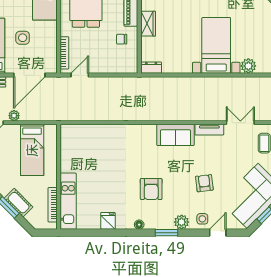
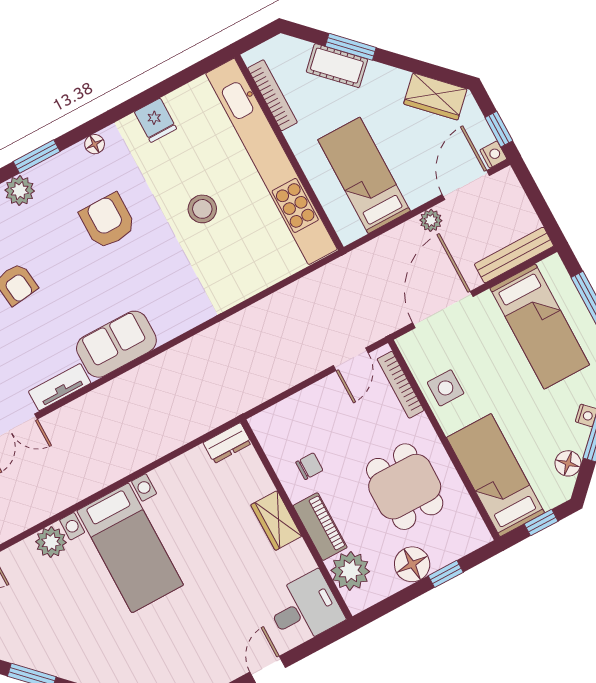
side table: (23, 38) -> (446, 388), moved
stool: (108, 173) -> (202, 209), added
kitchen unit: (68, 201) -> (271, 161), width x1.86

